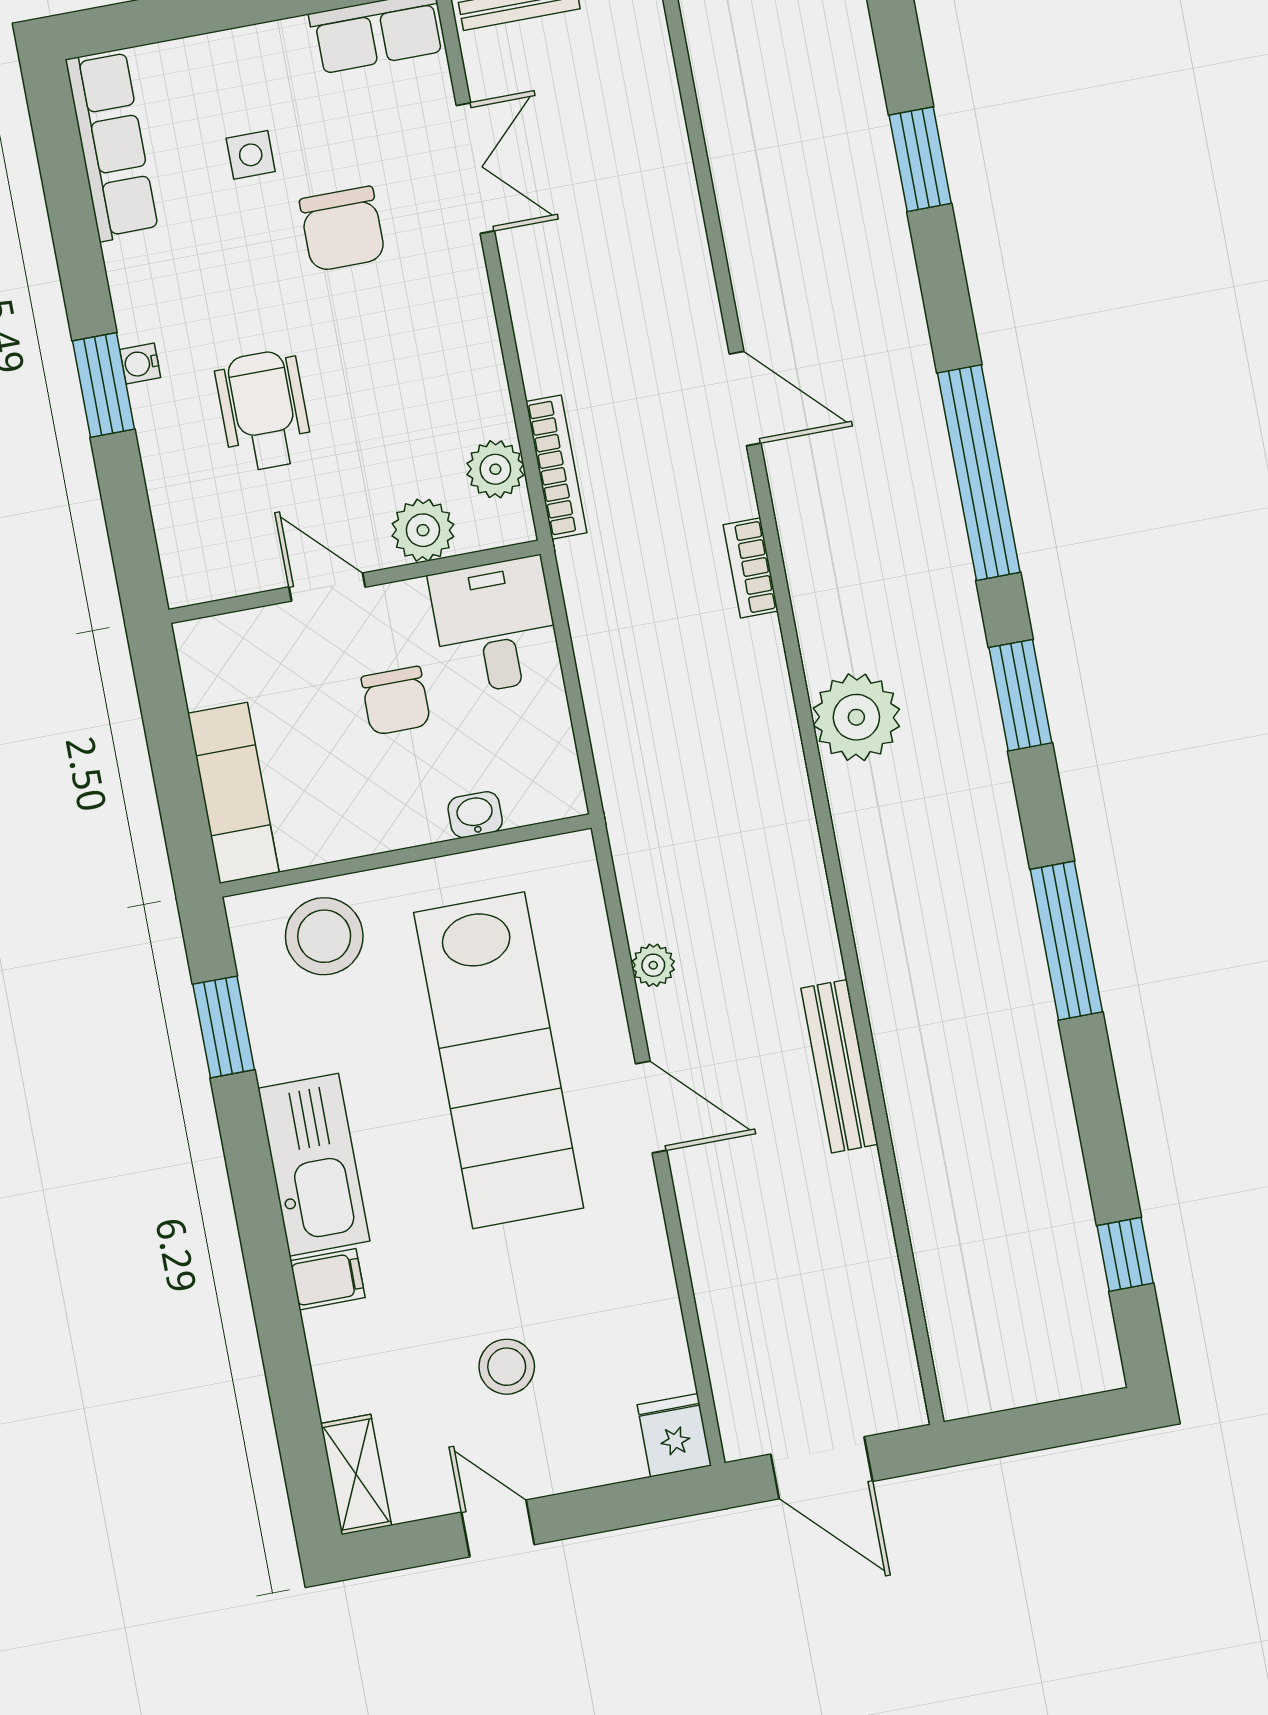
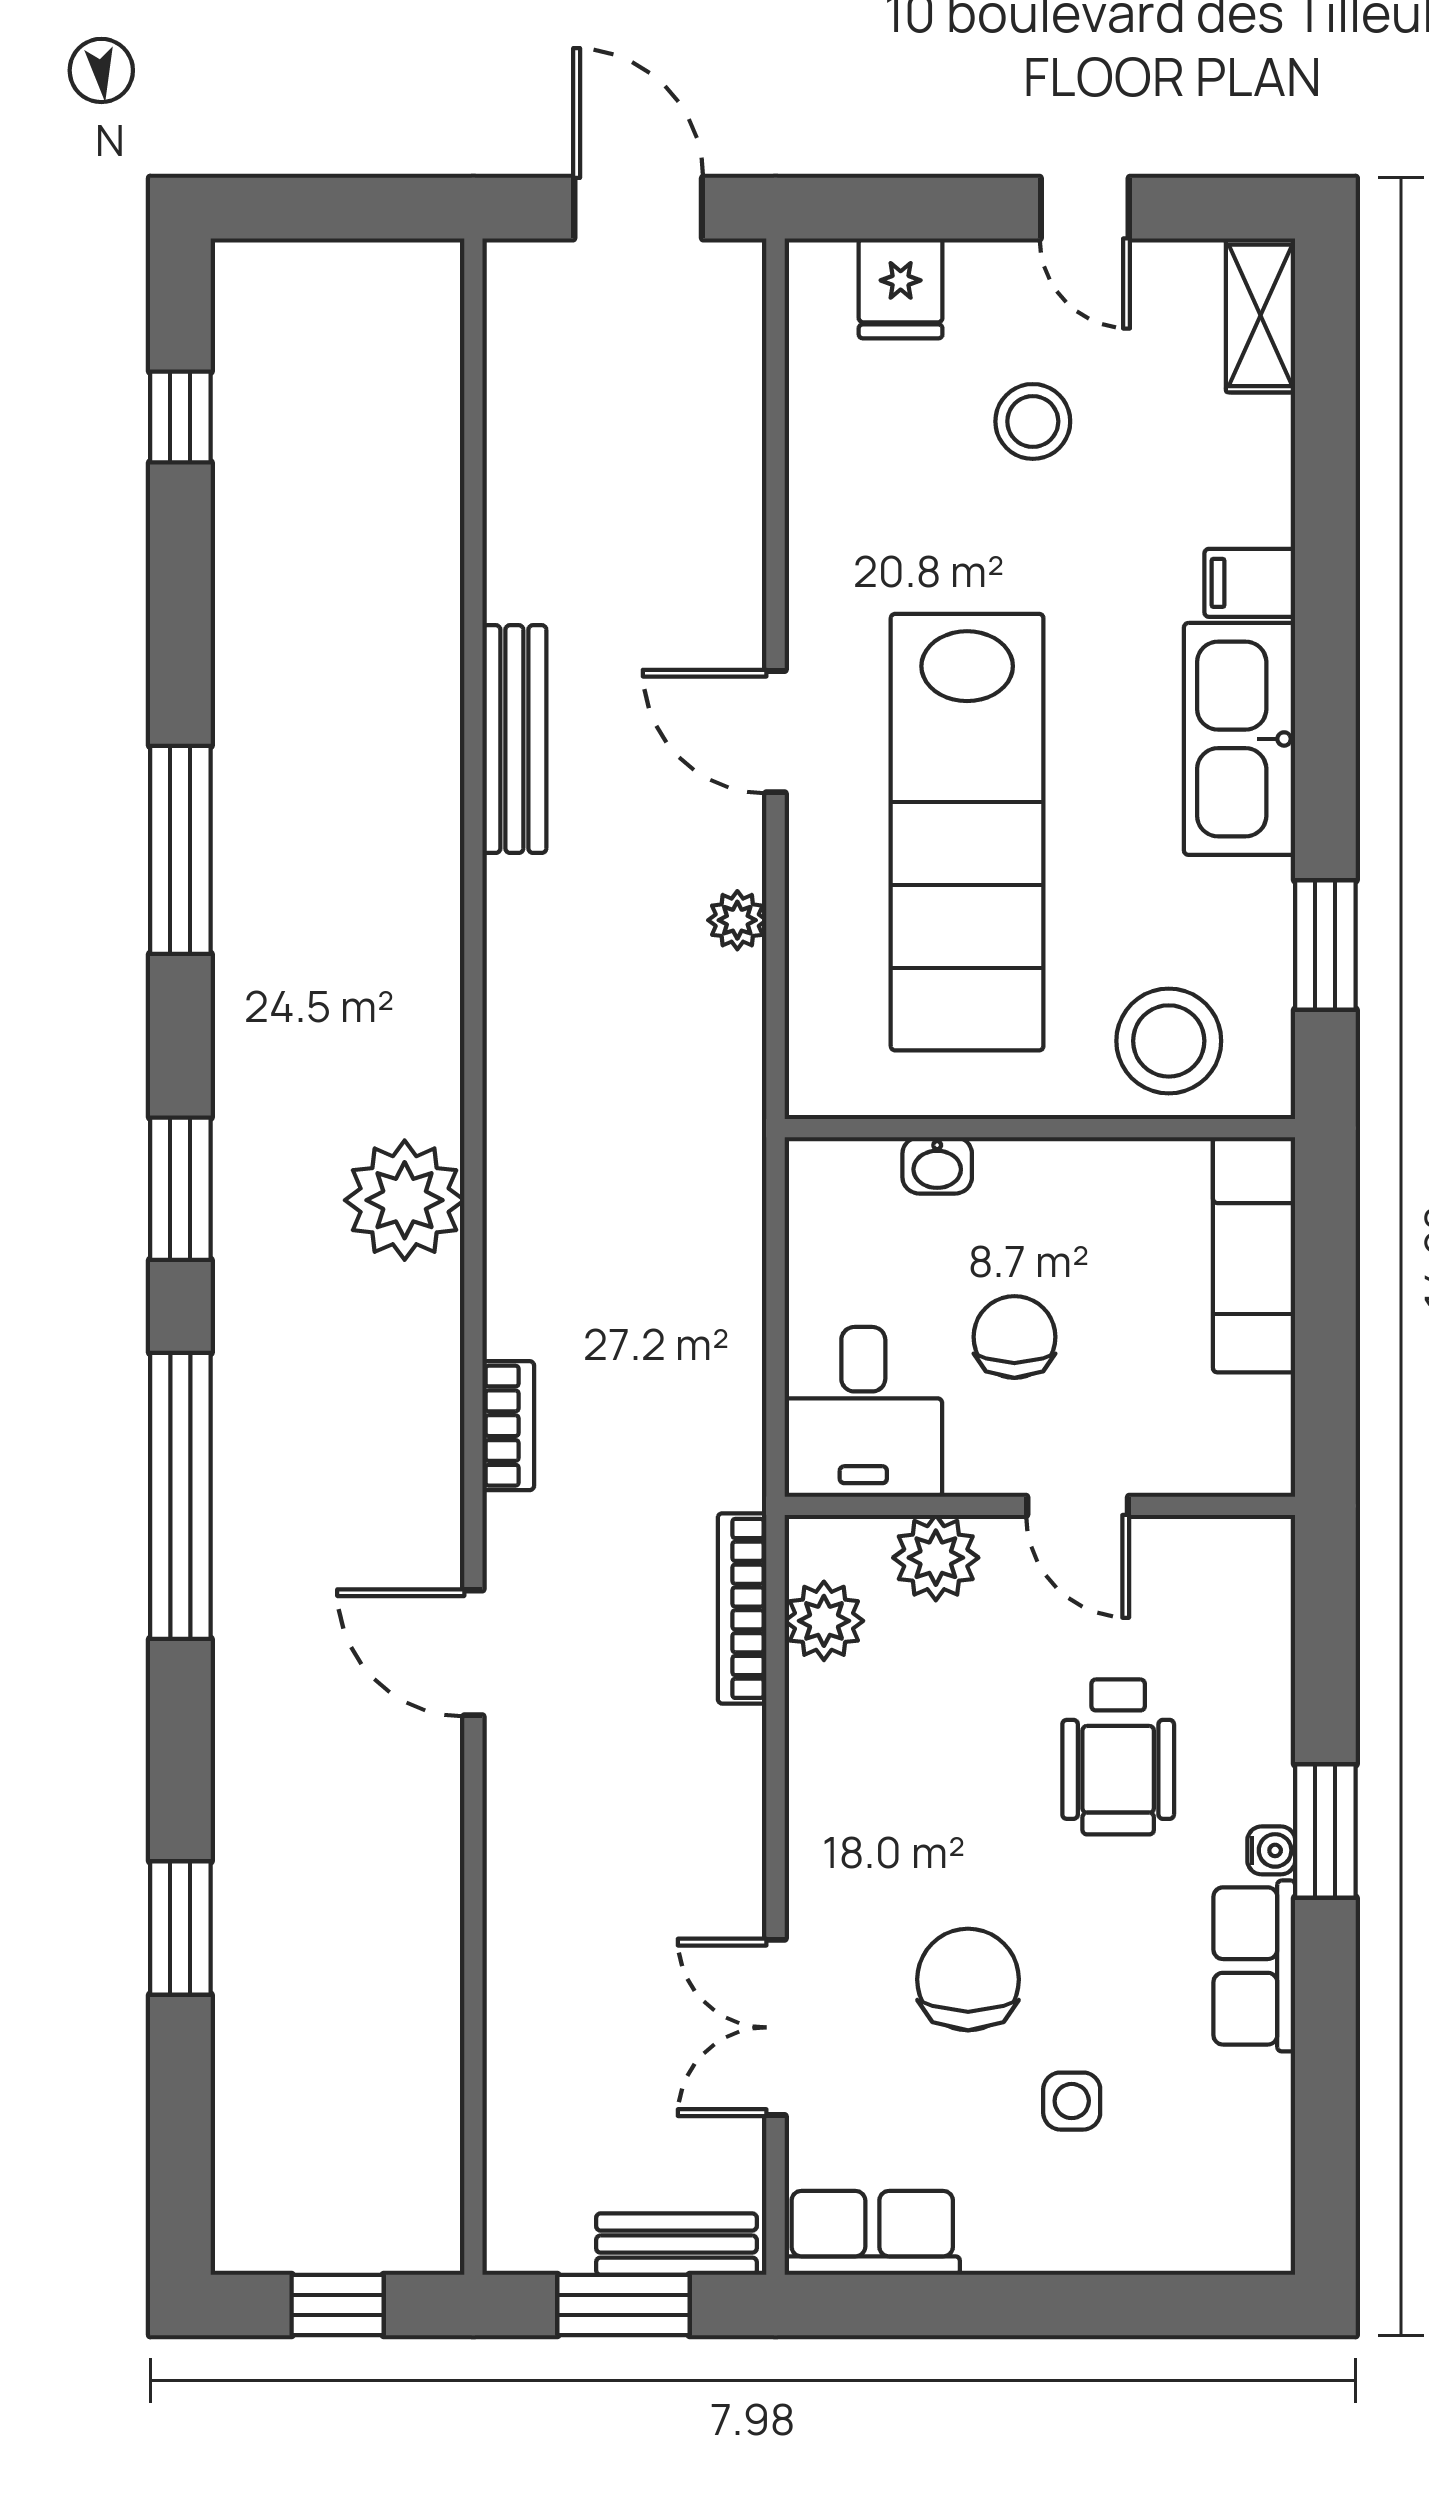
row of seats: (112, 145) -> (1254, 1966), moved, width x0.68
lab bench: (499, 1060) -> (967, 832), turned 180
fridge: (674, 1435) -> (901, 288), moved

